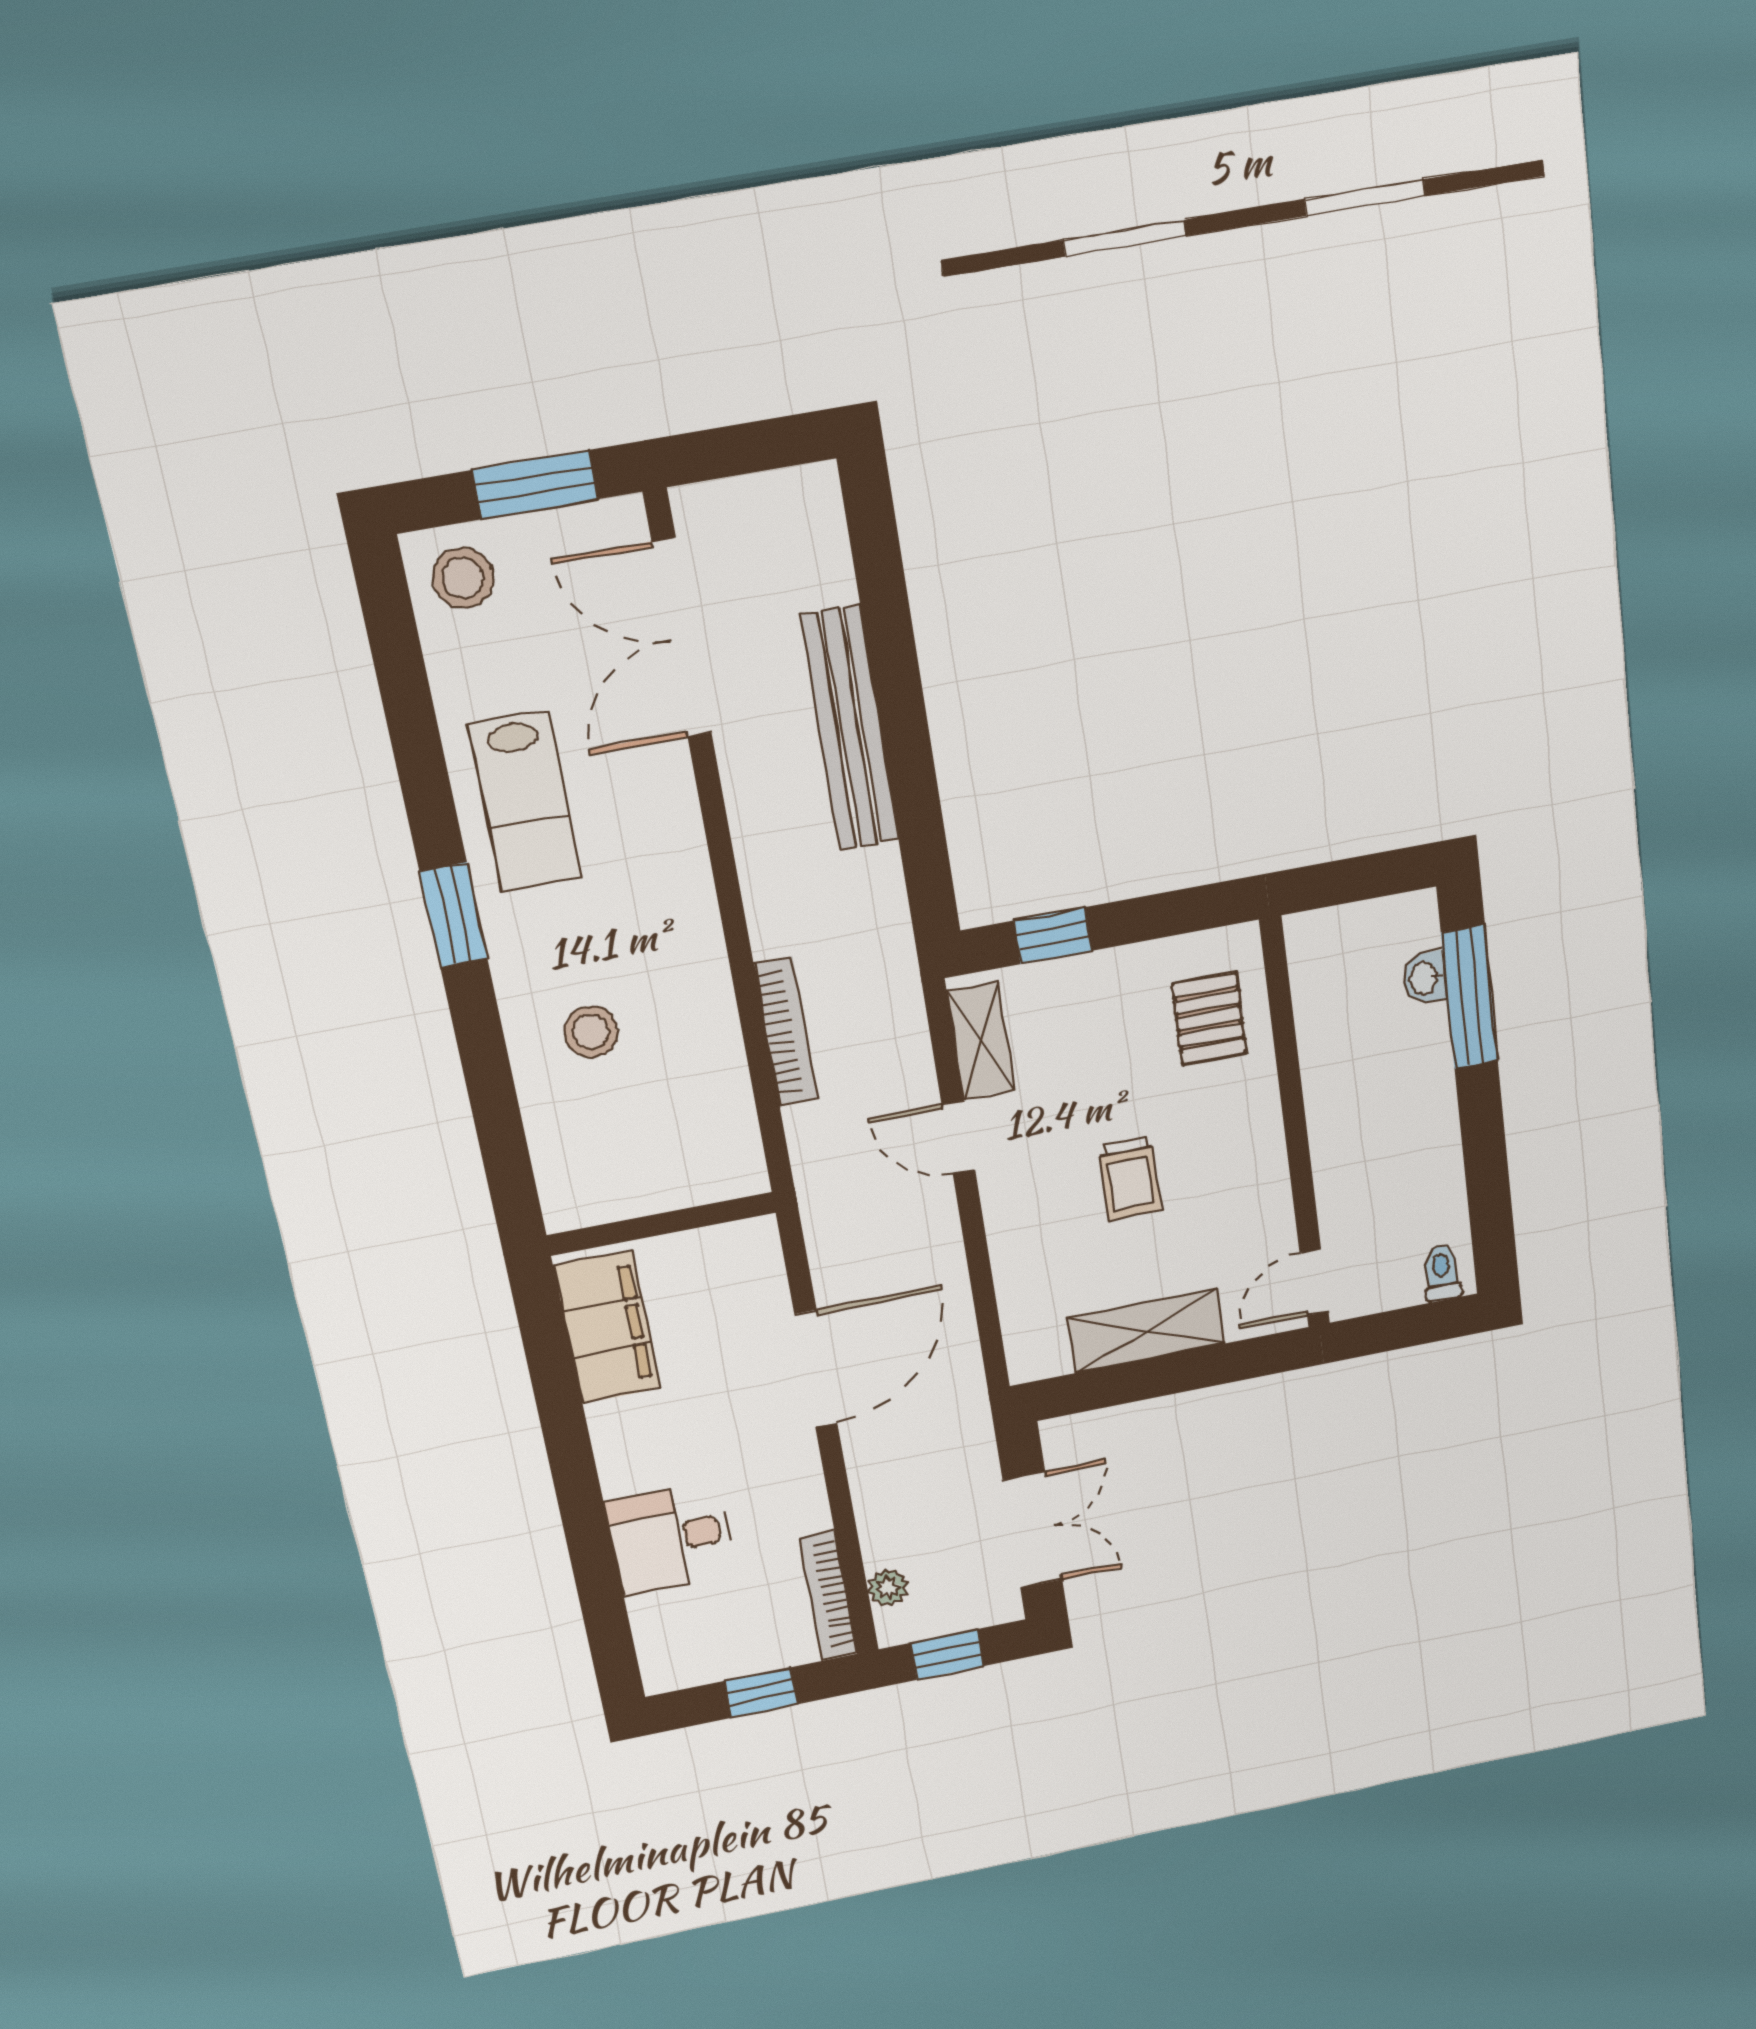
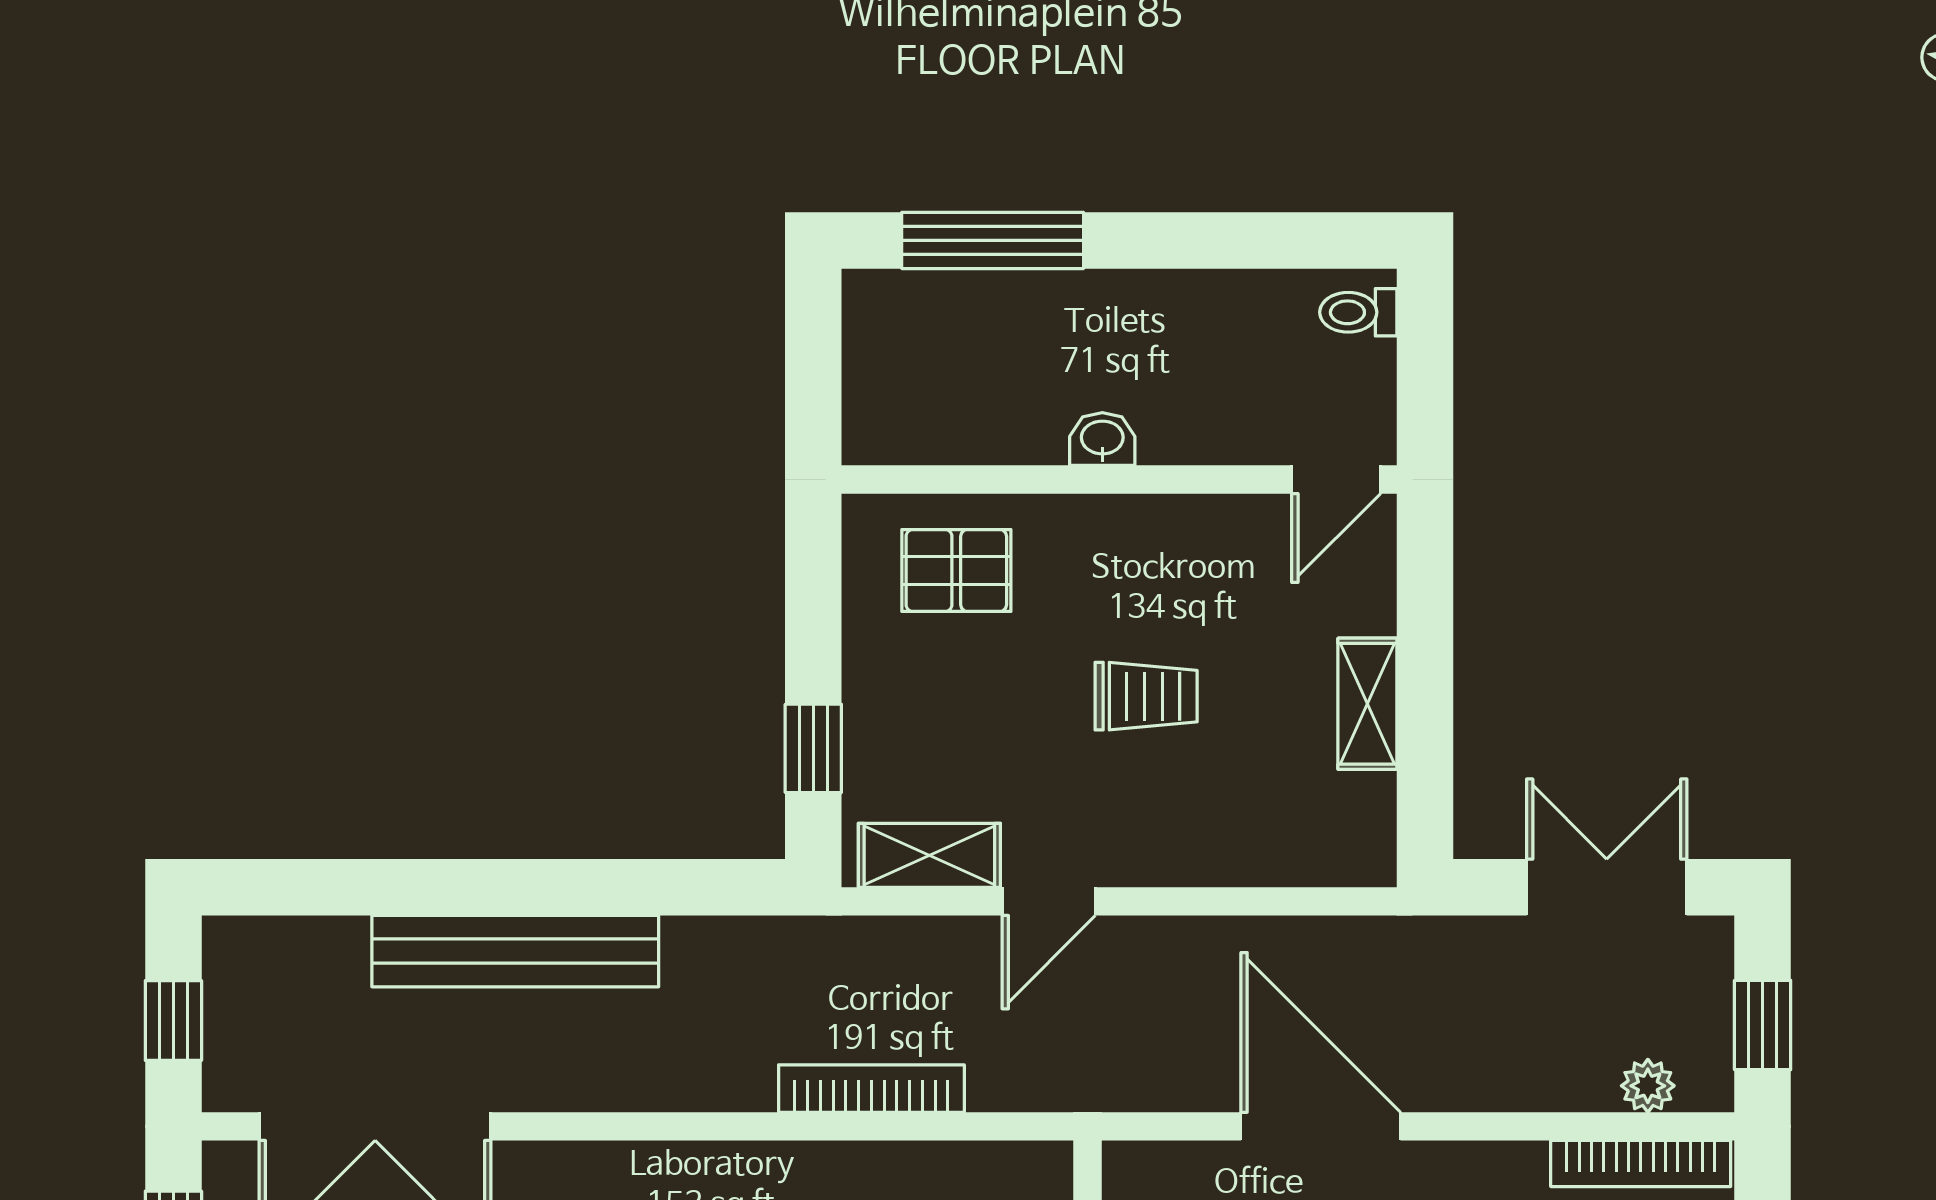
window: (742, 449) -> (173, 1021), added
washbasin: (1425, 978) -> (1102, 439), moved, turned 180
door: (1314, 1282) -> (1336, 479), hinge flipped
shelving: (1146, 1331) -> (1367, 704), width x0.67, depth x0.75

